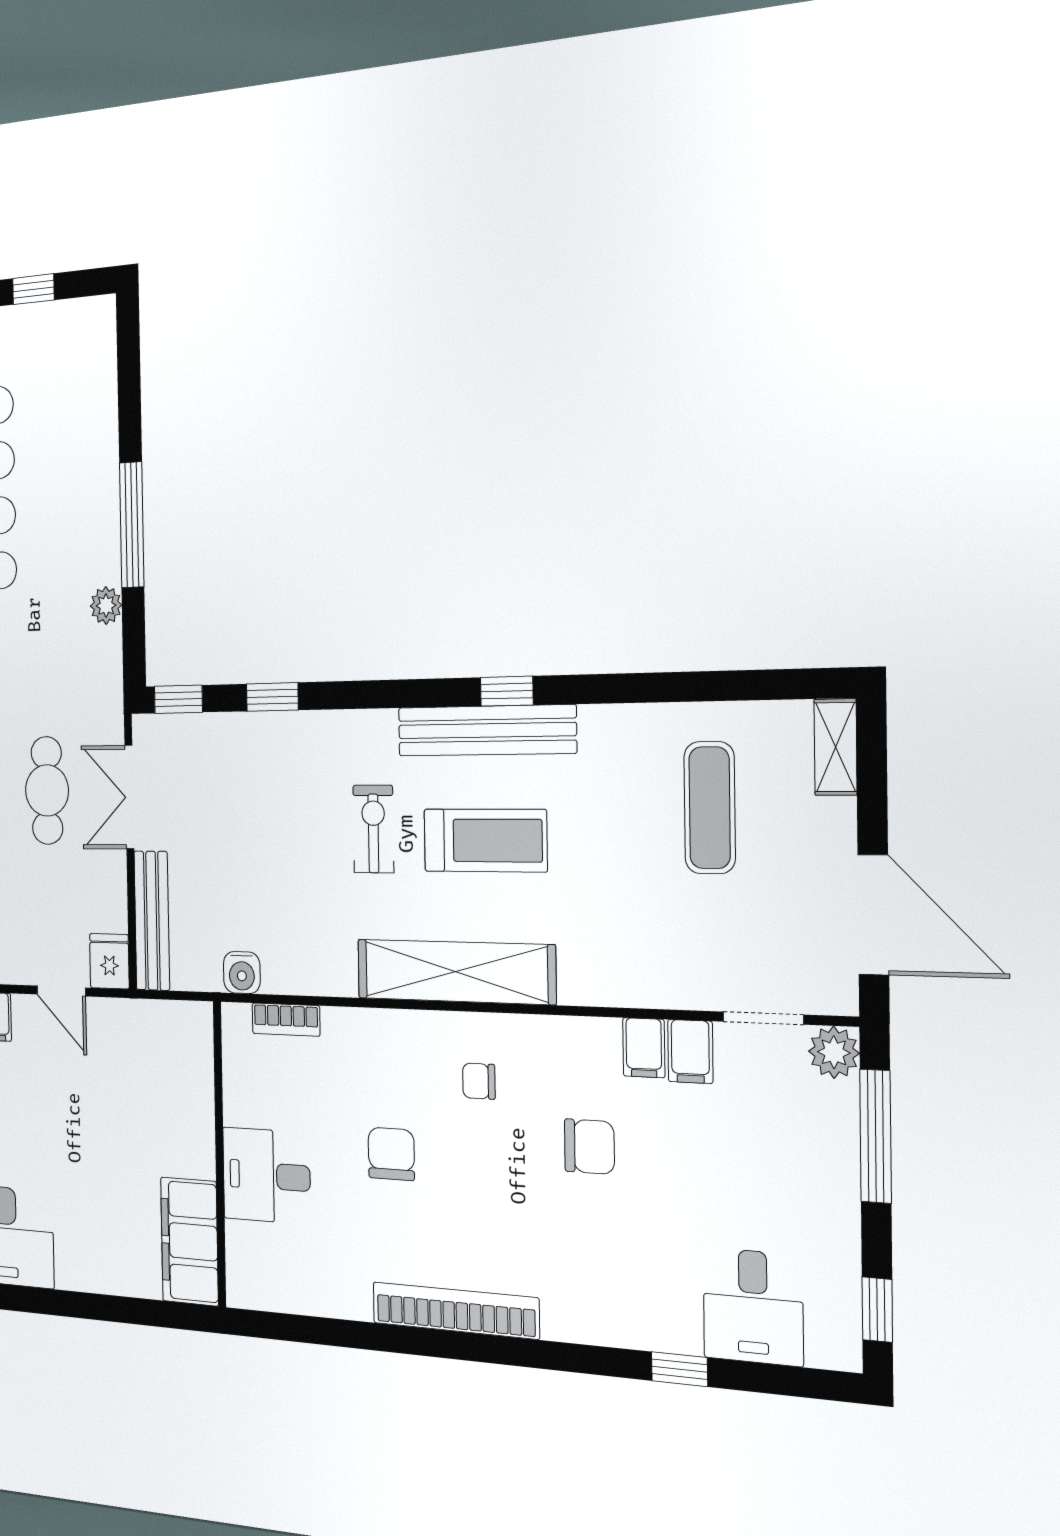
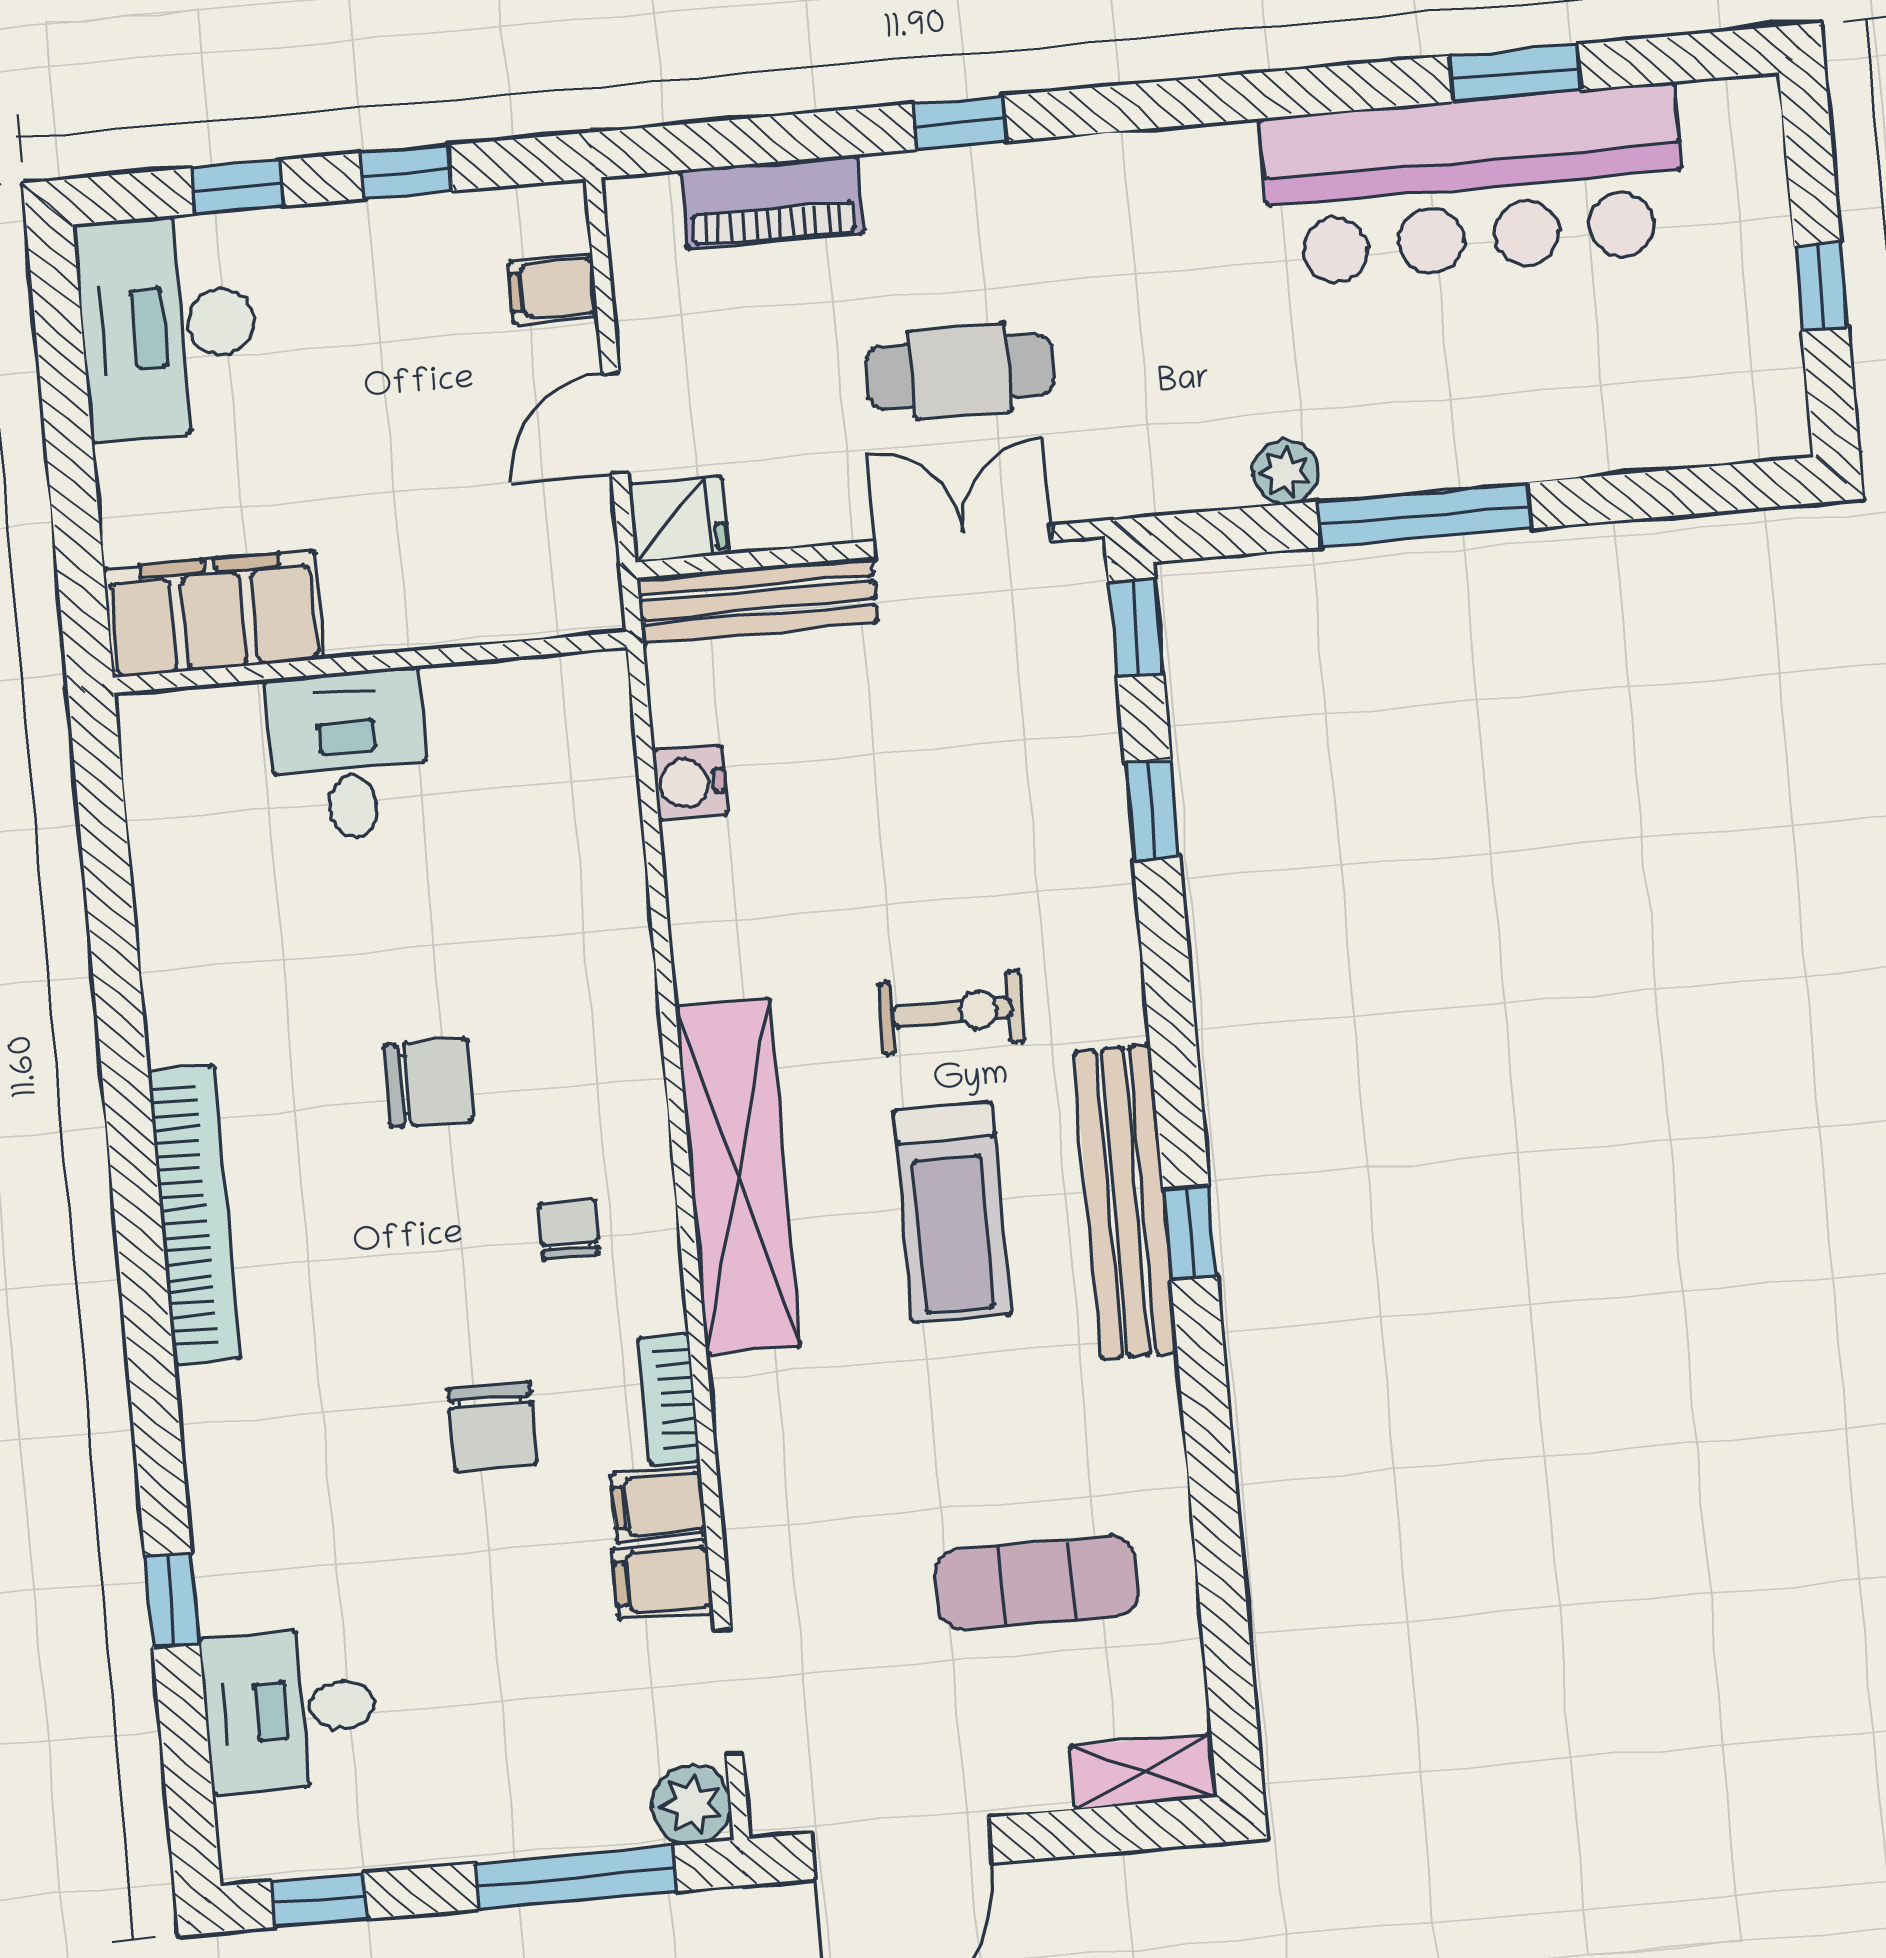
bookcase: (286, 1020) -> (669, 1399), moved
wall: (220, 1154) -> (370, 662), moved
desk: (266, 1176) -> (348, 755), moved
filing cabinet: (189, 1241) -> (213, 614), moved

